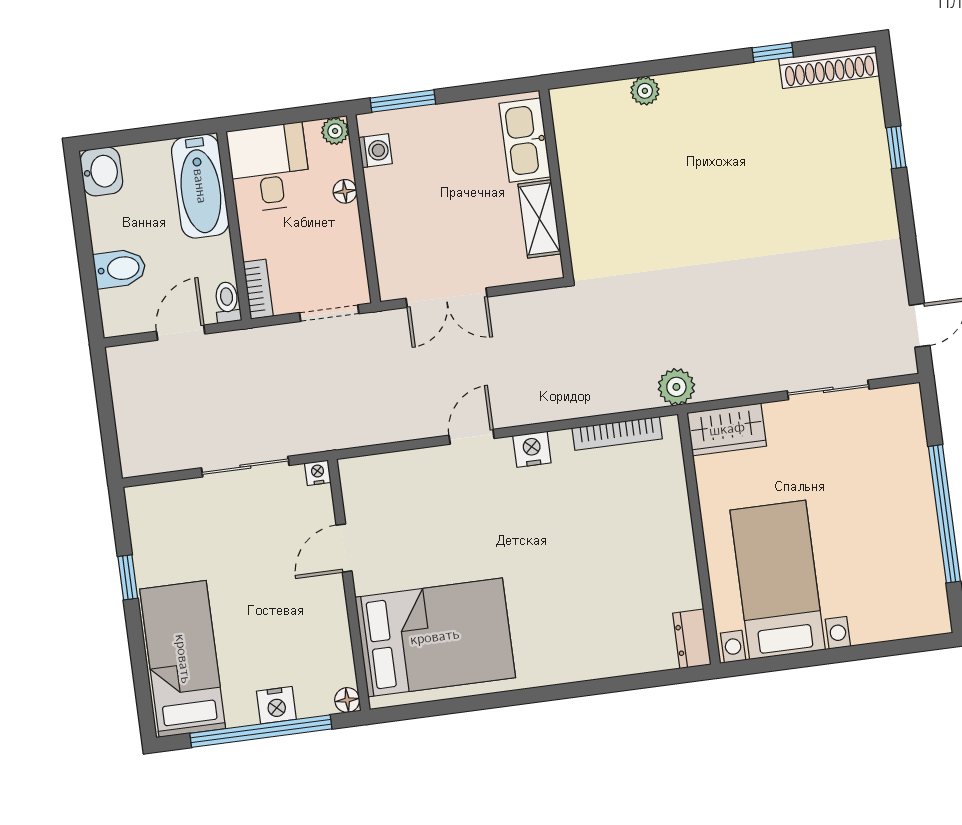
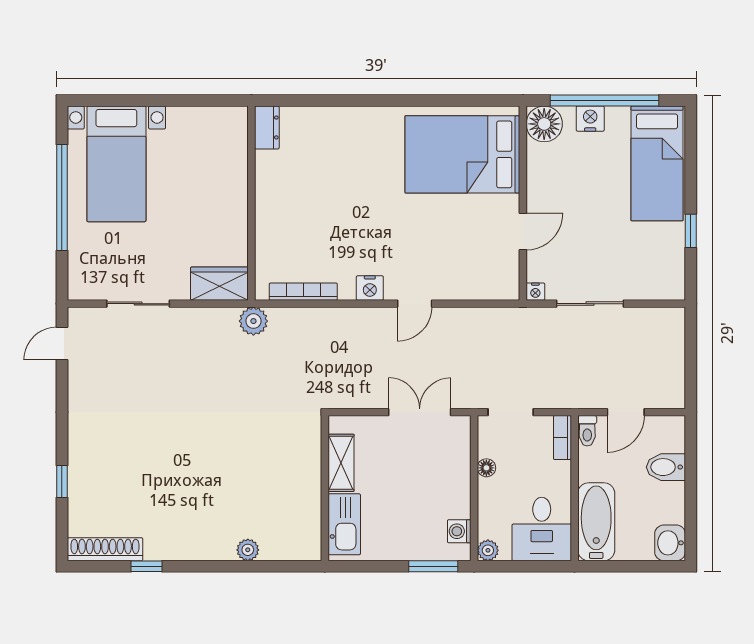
floor lamp: (345, 191) -> (486, 468), moved
bed with nightstands: (778, 580) -> (116, 164), moved
floor lamp: (347, 700) -> (544, 124), width x1.89, depth x1.89

